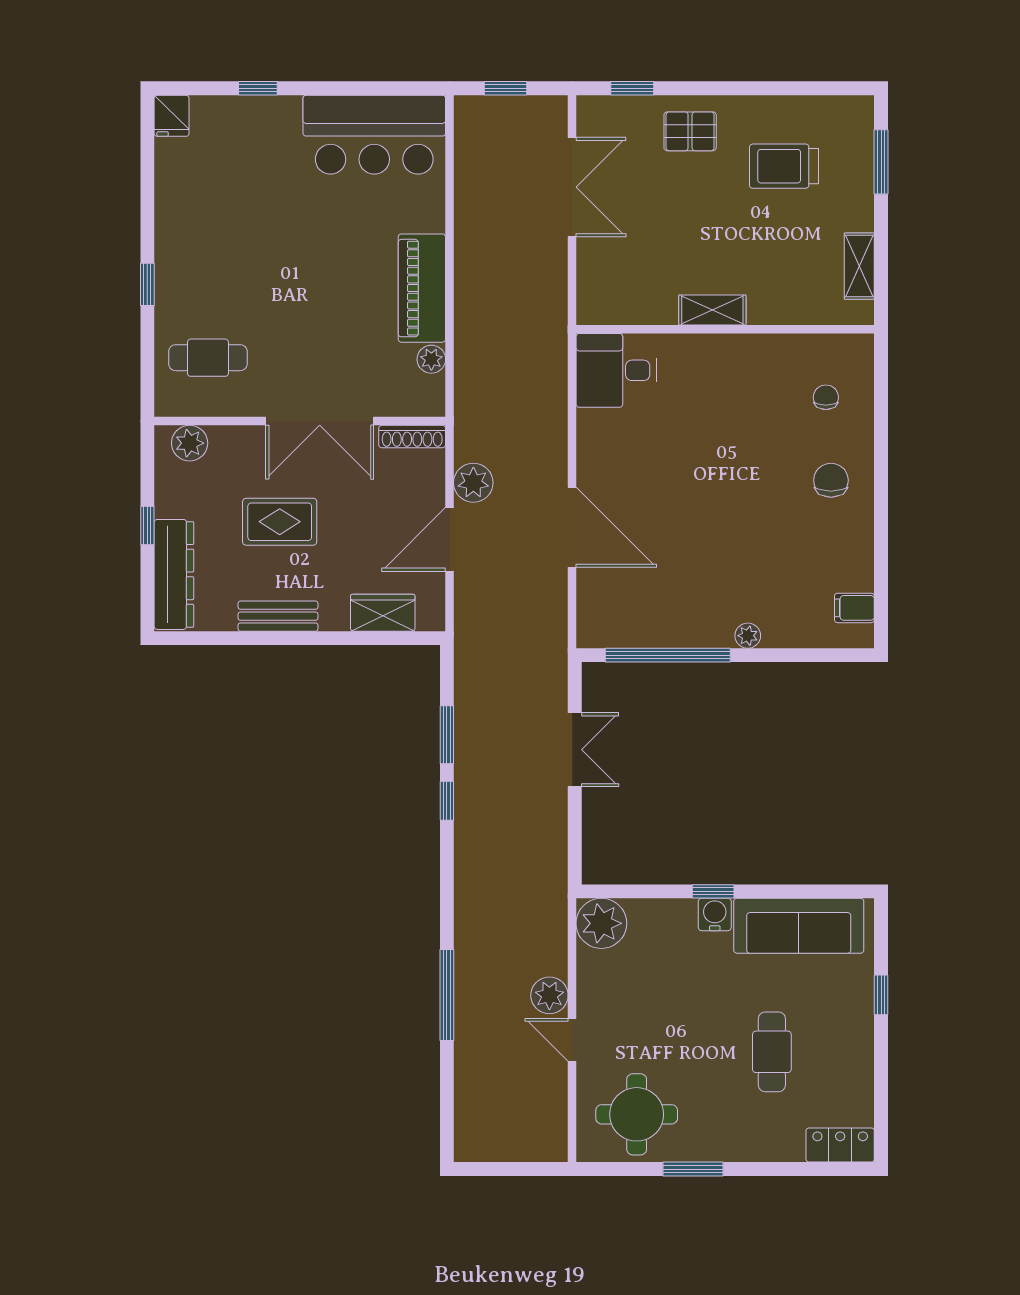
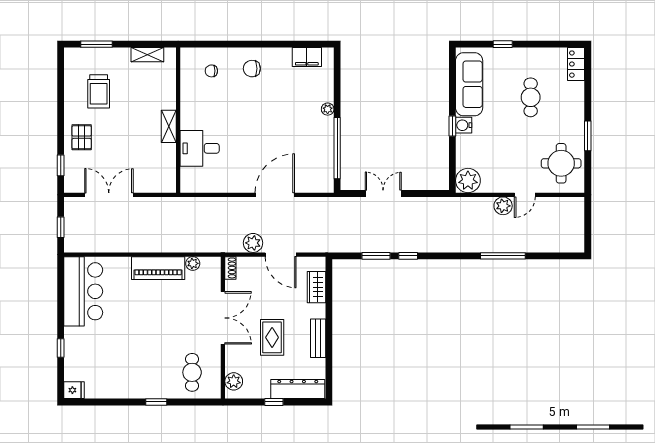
desk: (616, 370) -> (200, 148), moved, turned 90
shoe rack: (412, 436) -> (230, 268), width x0.70
filing cabinet: (854, 608) -> (307, 57), width x2.00
cafe table: (772, 1052) -> (531, 97), turned 90

